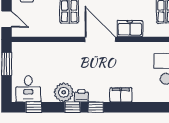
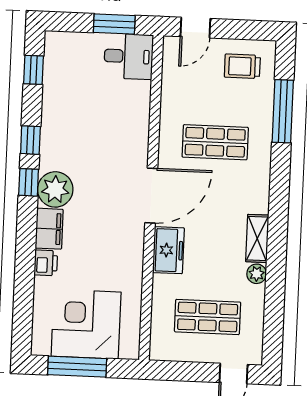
desk: (28, 89) -> (129, 56), moved, turned 180
plant: (64, 92) -> (55, 189), moved
printer: (81, 96) -> (46, 263), moved

